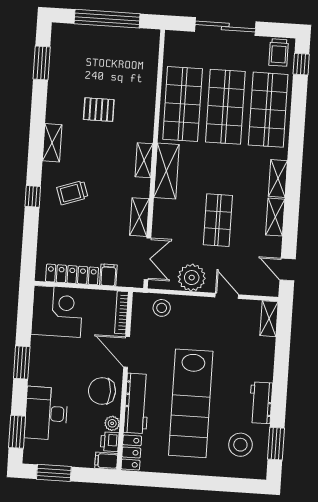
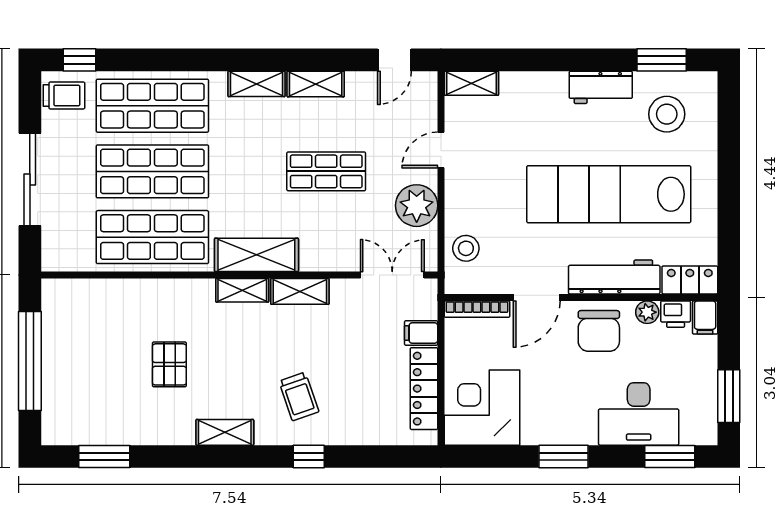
shelving: (139, 217) -> (300, 291), moved
lab bench: (191, 403) -> (609, 194), turned 180

